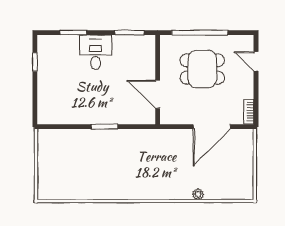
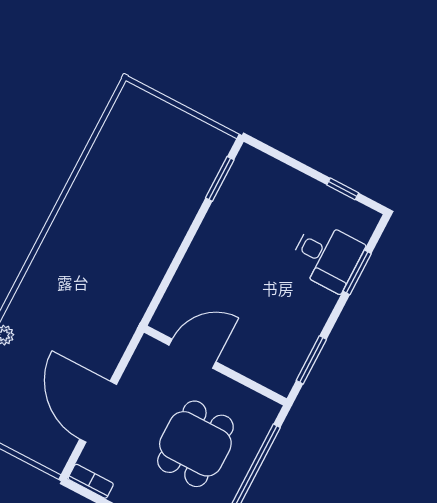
desk: (96, 52) -> (327, 256), moved
window: (104, 127) -> (220, 179), moved

